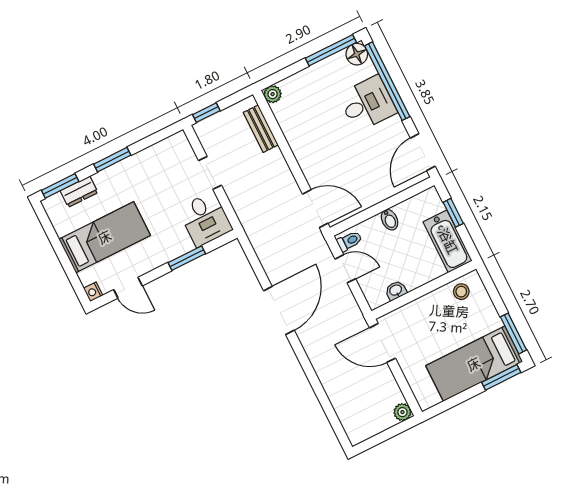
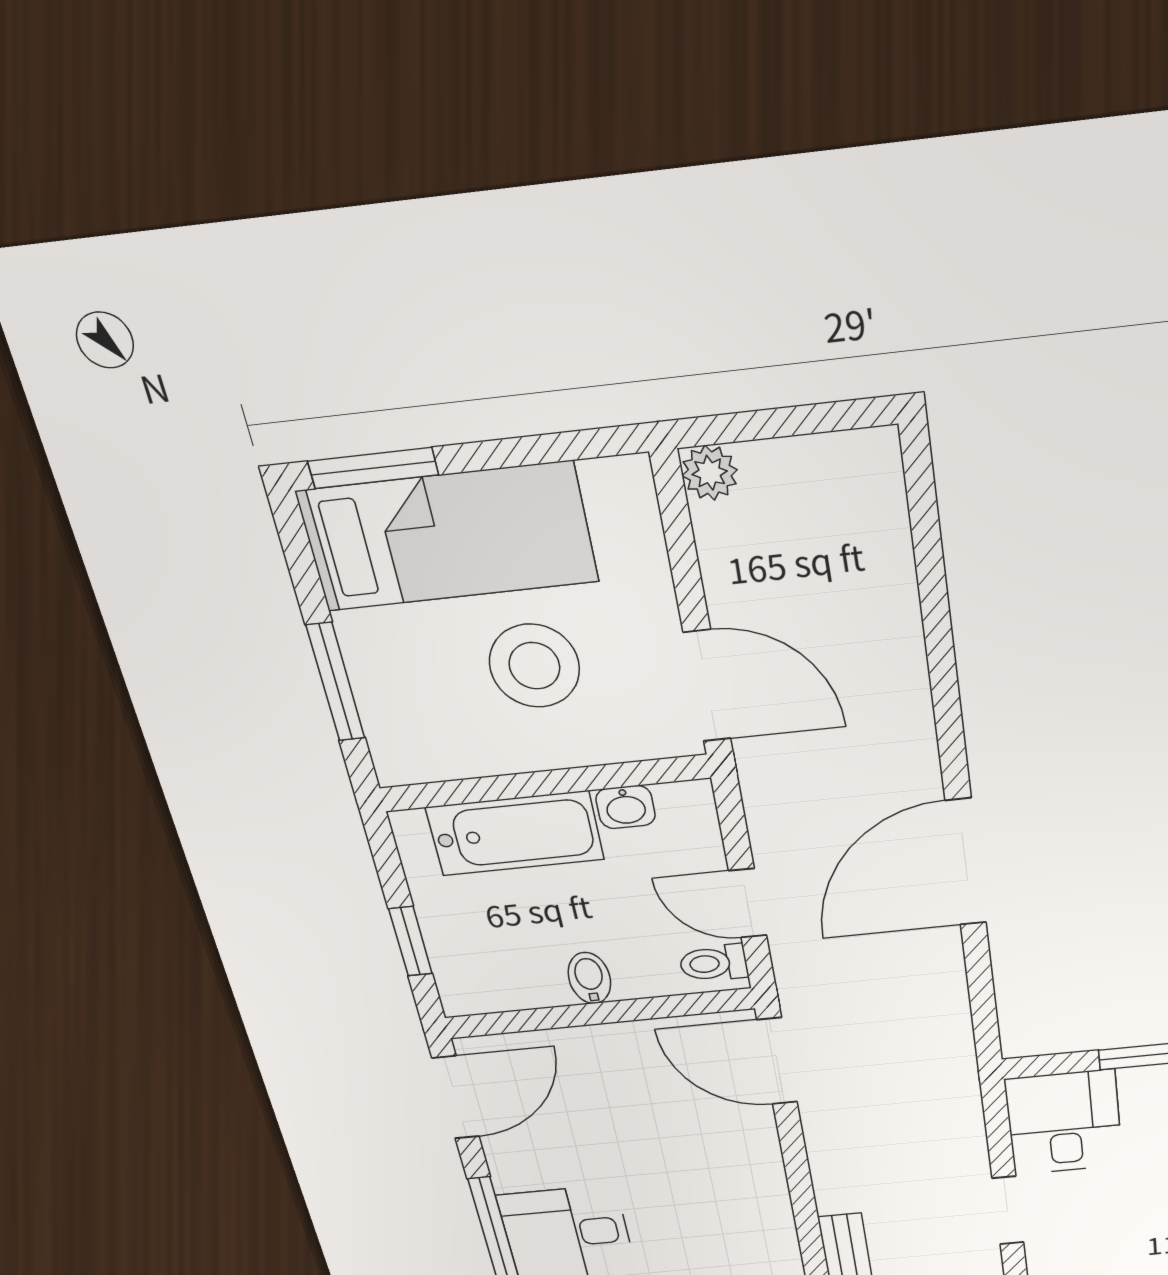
bathtub: (448, 241) -> (515, 833), moved, turned 90
stool: (461, 292) -> (534, 666), moved, width x1.89, depth x1.89
window: (514, 333) -> (336, 682), moved

